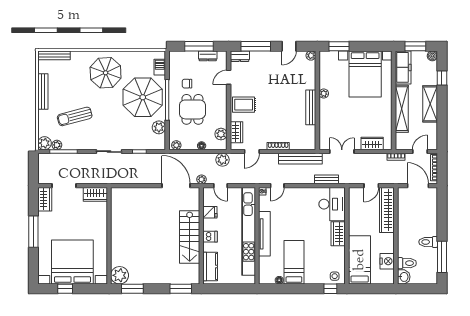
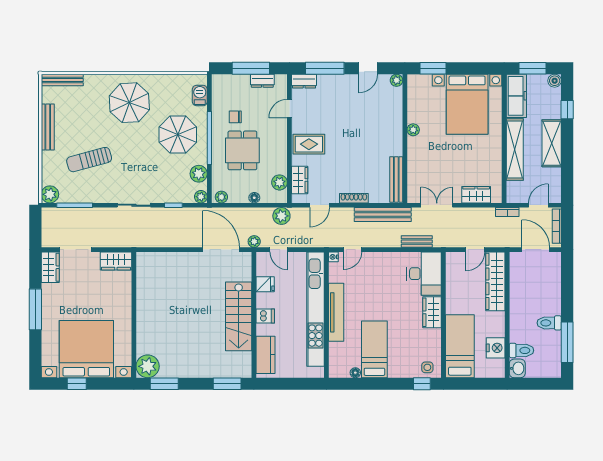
parasol: (143, 97) -> (178, 135), width x0.73, depth x0.73
bench: (311, 107) -> (396, 179), moved
plant: (57, 145) -> (201, 197), moved

